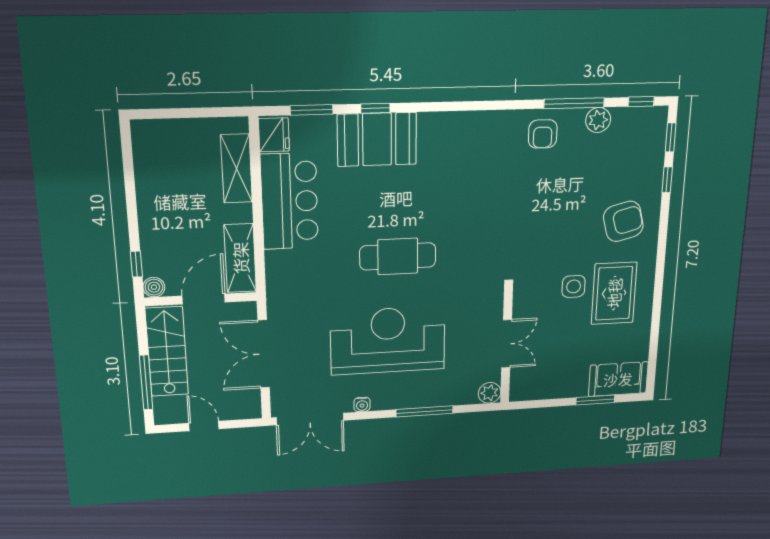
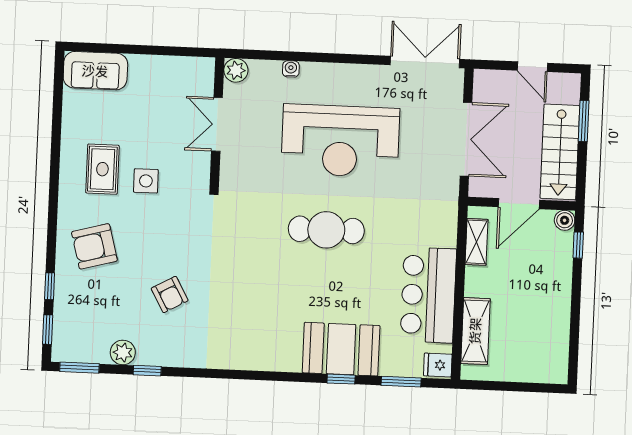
window: (641, 102) -> (79, 368), width x1.50
window: (574, 103) -> (147, 371), width x0.46
armchair: (543, 134) -> (170, 295), moved, turned 151
fridge: (274, 135) -> (438, 365), width x0.72
shelving: (240, 258) -> (477, 242), width x0.67, depth x0.75
rug: (614, 293) -> (102, 169), width x0.73, depth x0.70
window: (146, 383) -> (584, 121), width x0.69
window: (595, 400) -> (120, 49), removed
water cooler: (362, 404) -> (291, 69), moved
window: (425, 411) -> (306, 57), removed

